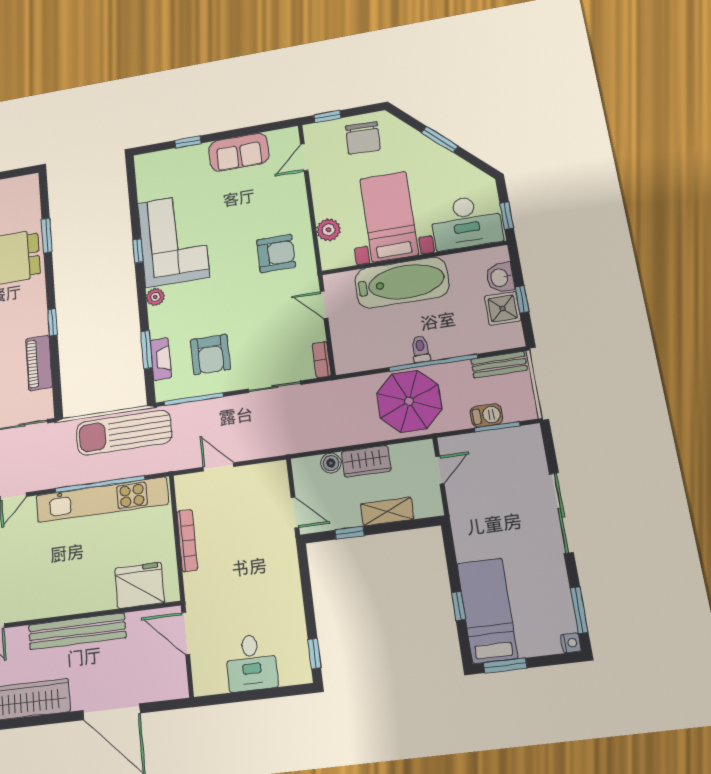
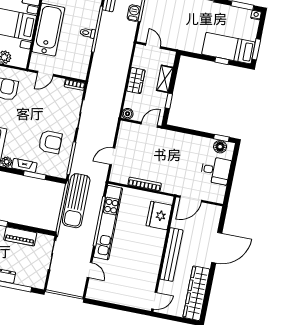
fireplace: (161, 359) -> (24, 165), moved
parasol: (409, 401) -> (113, 48), removed
boiler: (331, 463) -> (128, 114), moved
floor lamp: (297, 656) -> (220, 147), added

